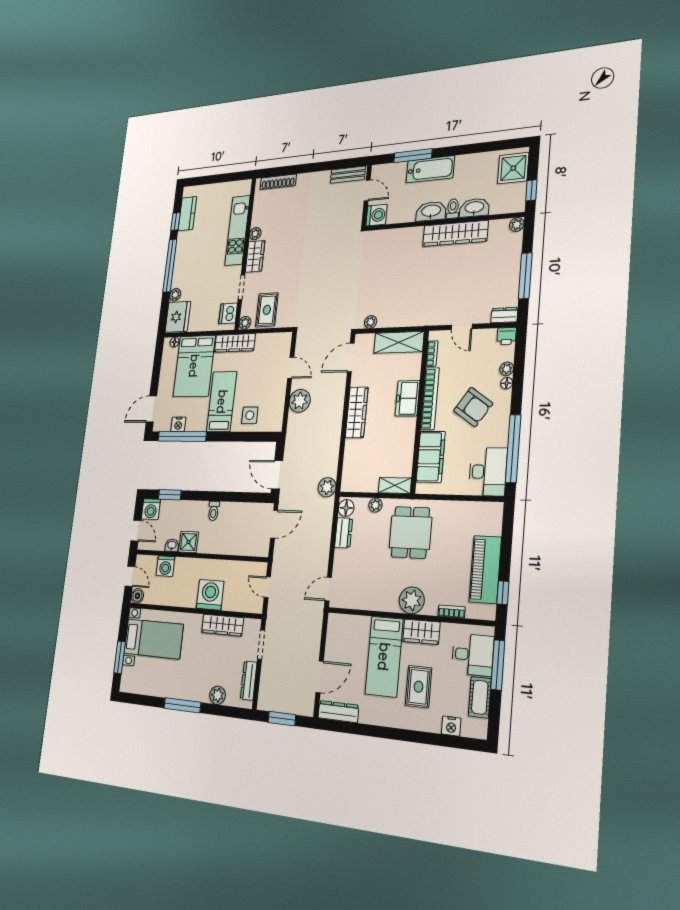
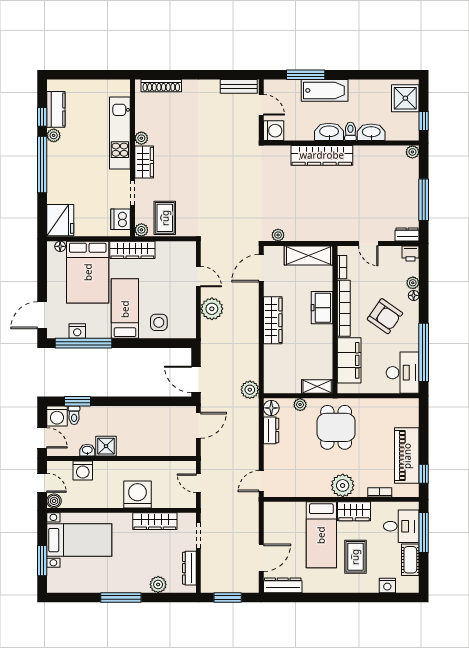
wardrobe: (455, 233) -> (322, 155), moved
plant: (175, 295) -> (54, 135), moved
toilet: (214, 511) -> (74, 415), moved

